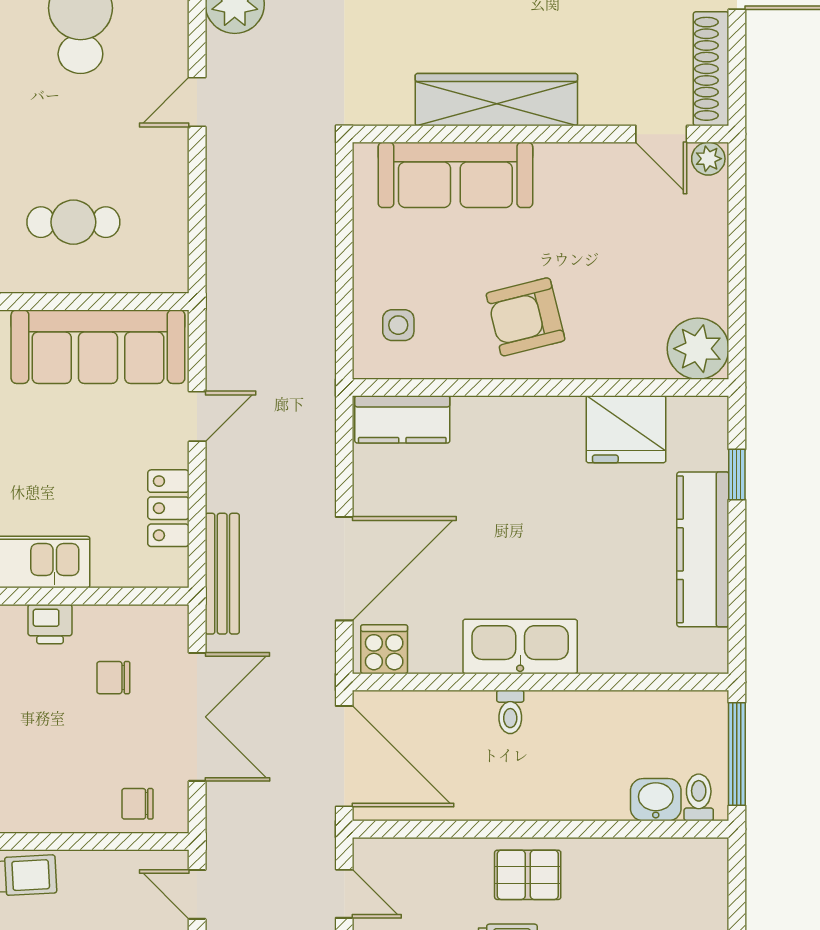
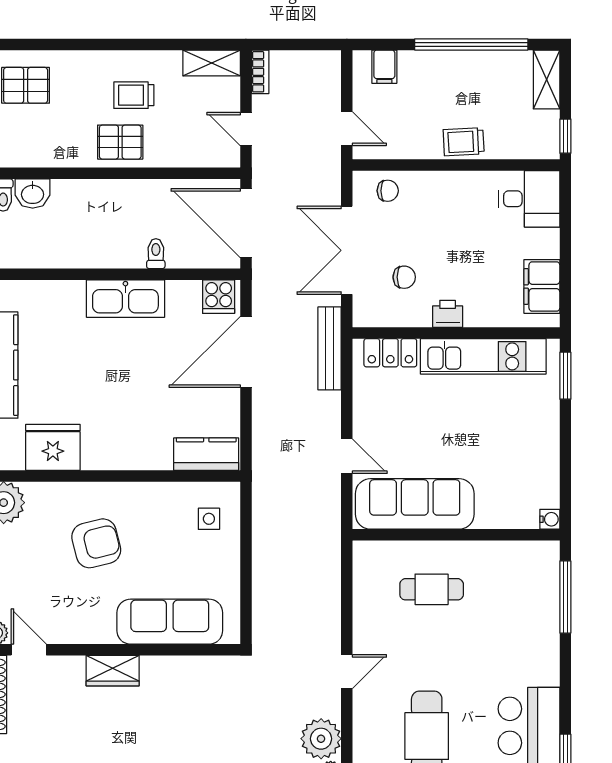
wardrobe: (496, 100) -> (113, 671), width x0.48, depth x0.85
armchair: (526, 317) -> (96, 543), moved
door: (197, 416) -> (347, 456), swing flipped
locker: (168, 508) -> (390, 353), moved, turned 90
toilet: (510, 712) -> (156, 254), moved

